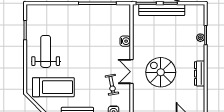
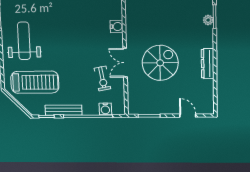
spiral stairs: (161, 72) -> (160, 63), turned 90

